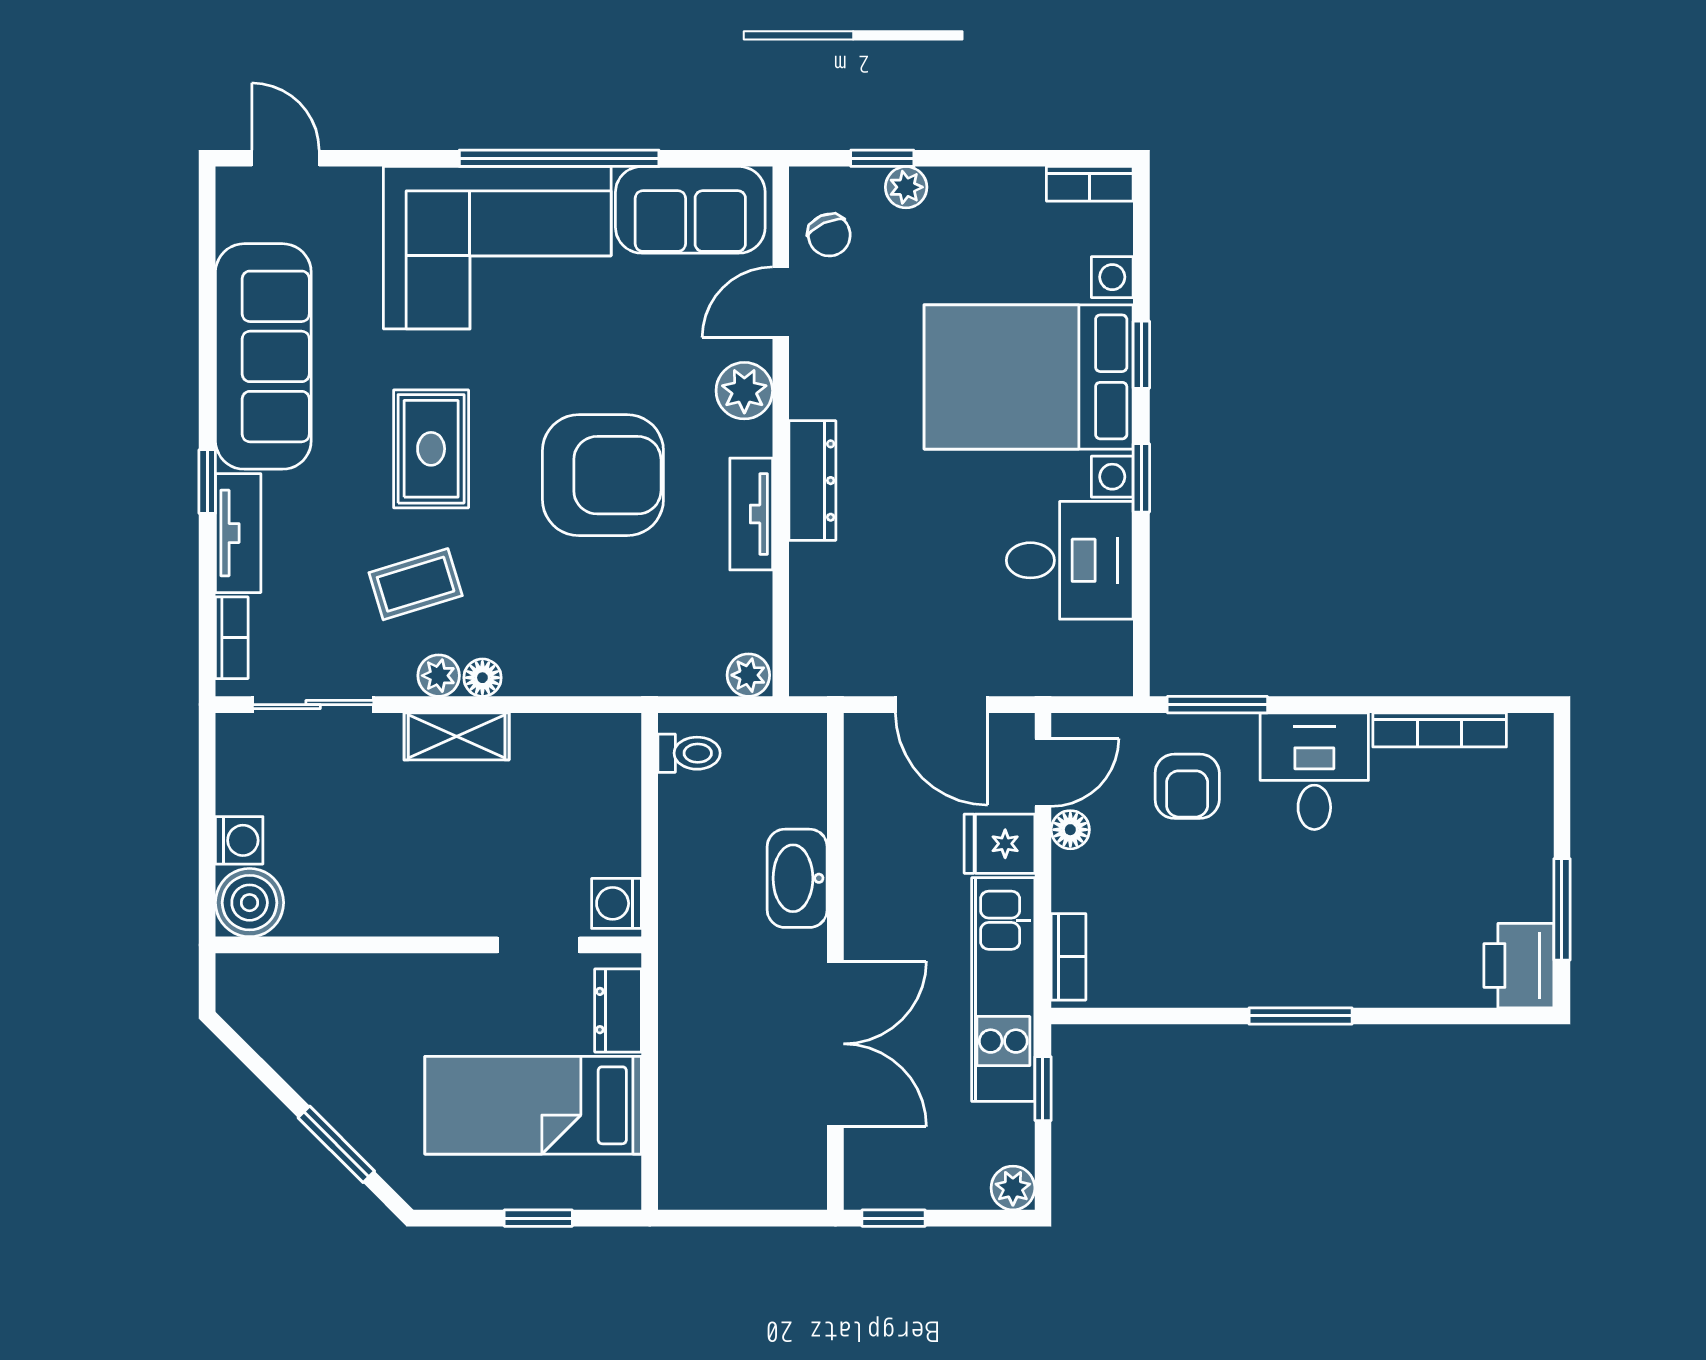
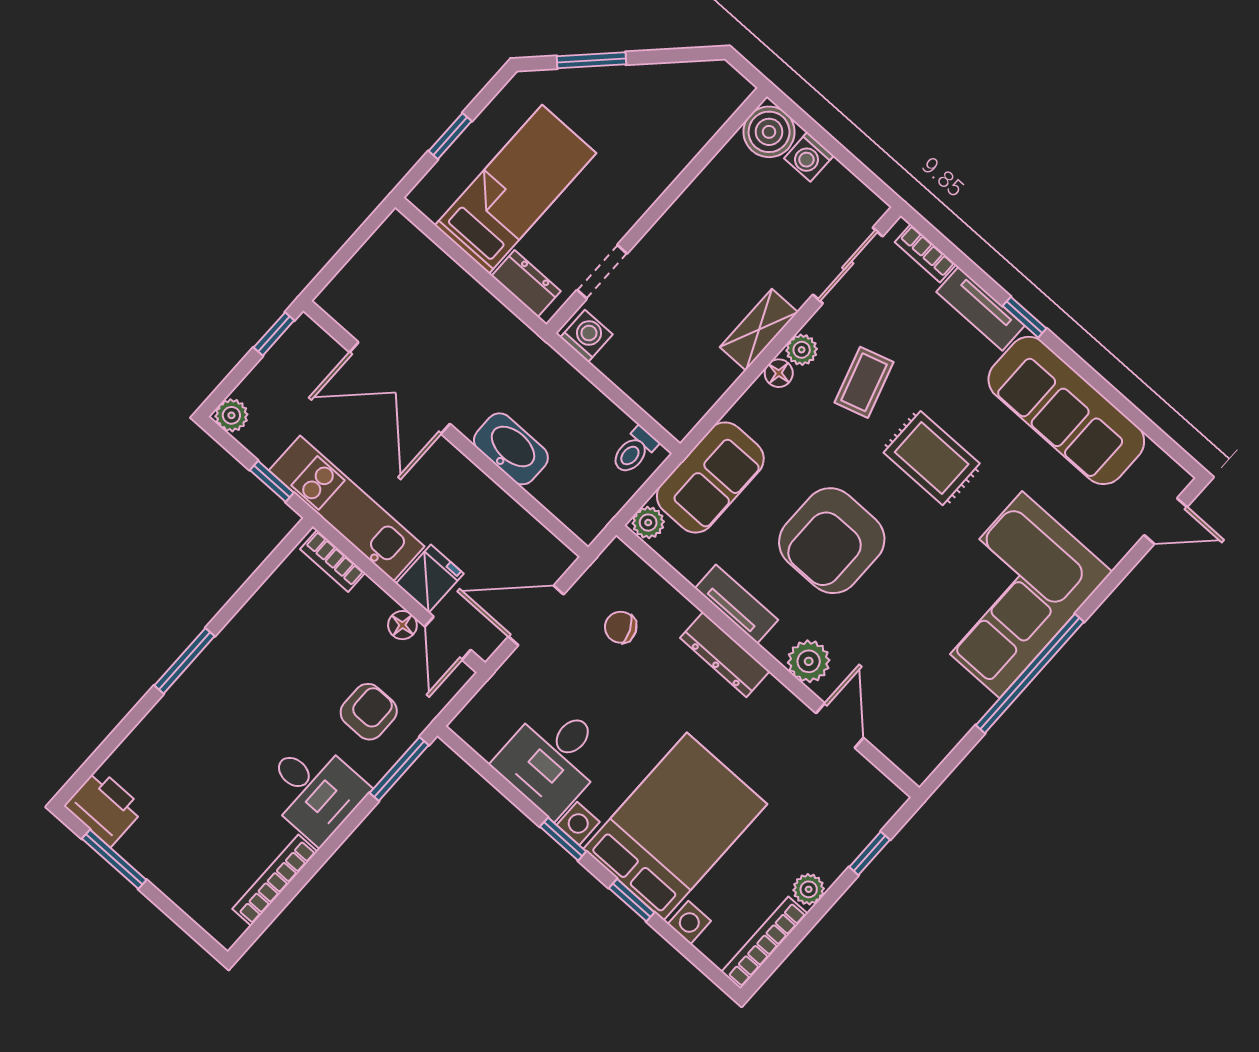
bookcase: (1090, 184) -> (764, 943), width x1.56
plant: (906, 187) -> (809, 889), moved
sofa: (690, 210) -> (710, 477), moved, turned 180
chair: (829, 235) -> (621, 627), moved
armchair: (1187, 786) -> (369, 712), turned 90

